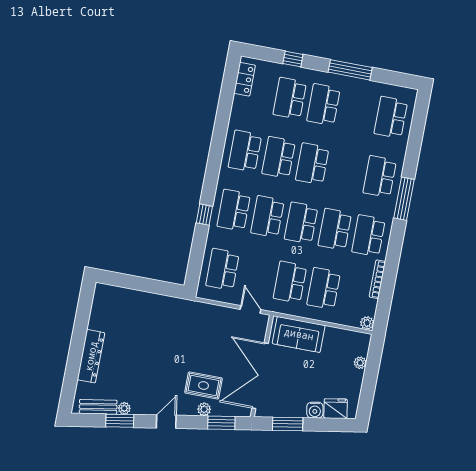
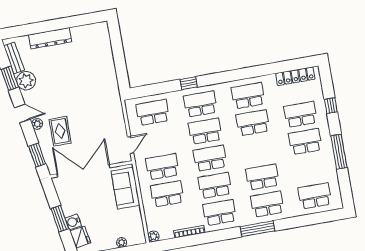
locker: (245, 79) -> (295, 76), width x1.53
school desk: (312, 164) -> (262, 177), moved
plant: (124, 408) -> (26, 81), width x1.88, depth x1.88
plant: (204, 409) -> (37, 124), moved
window: (288, 424) -> (60, 219), moved

